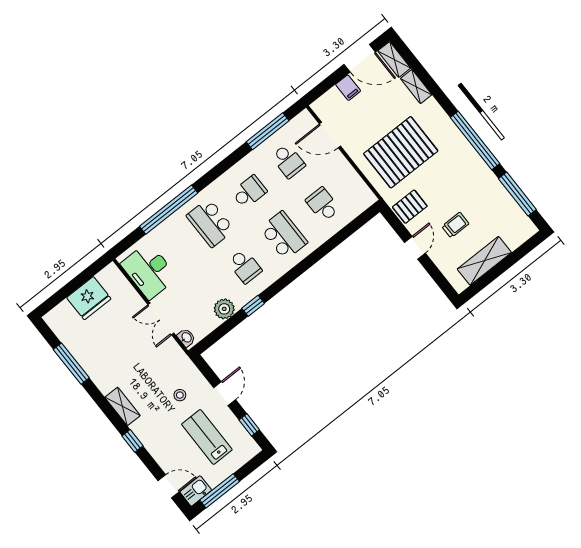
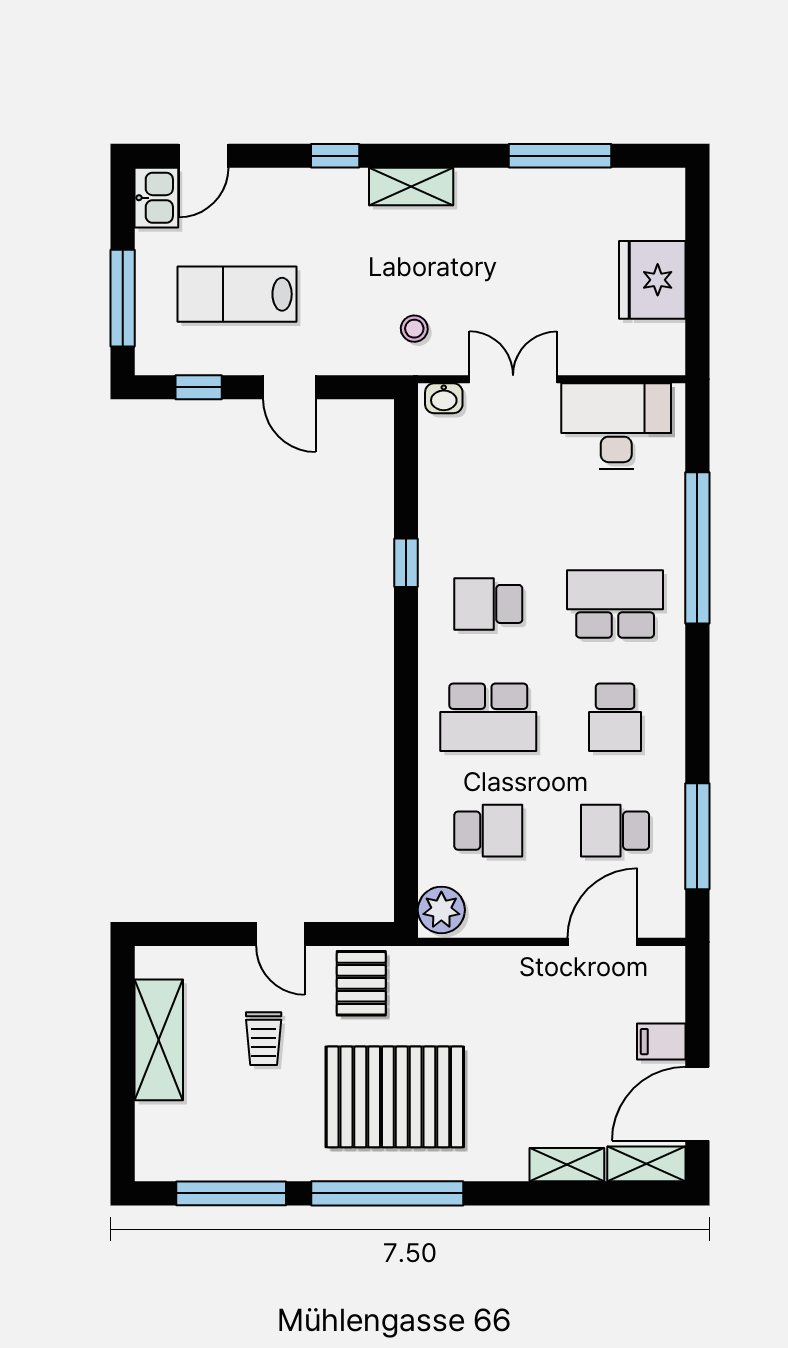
pallet: (401, 152) -> (395, 1097), moved, turned 90
plant: (224, 309) -> (441, 910), moved
stool: (180, 395) -> (414, 329), moved
lab bench: (207, 437) -> (237, 294), turned 180
window: (220, 491) -> (123, 298), moved

